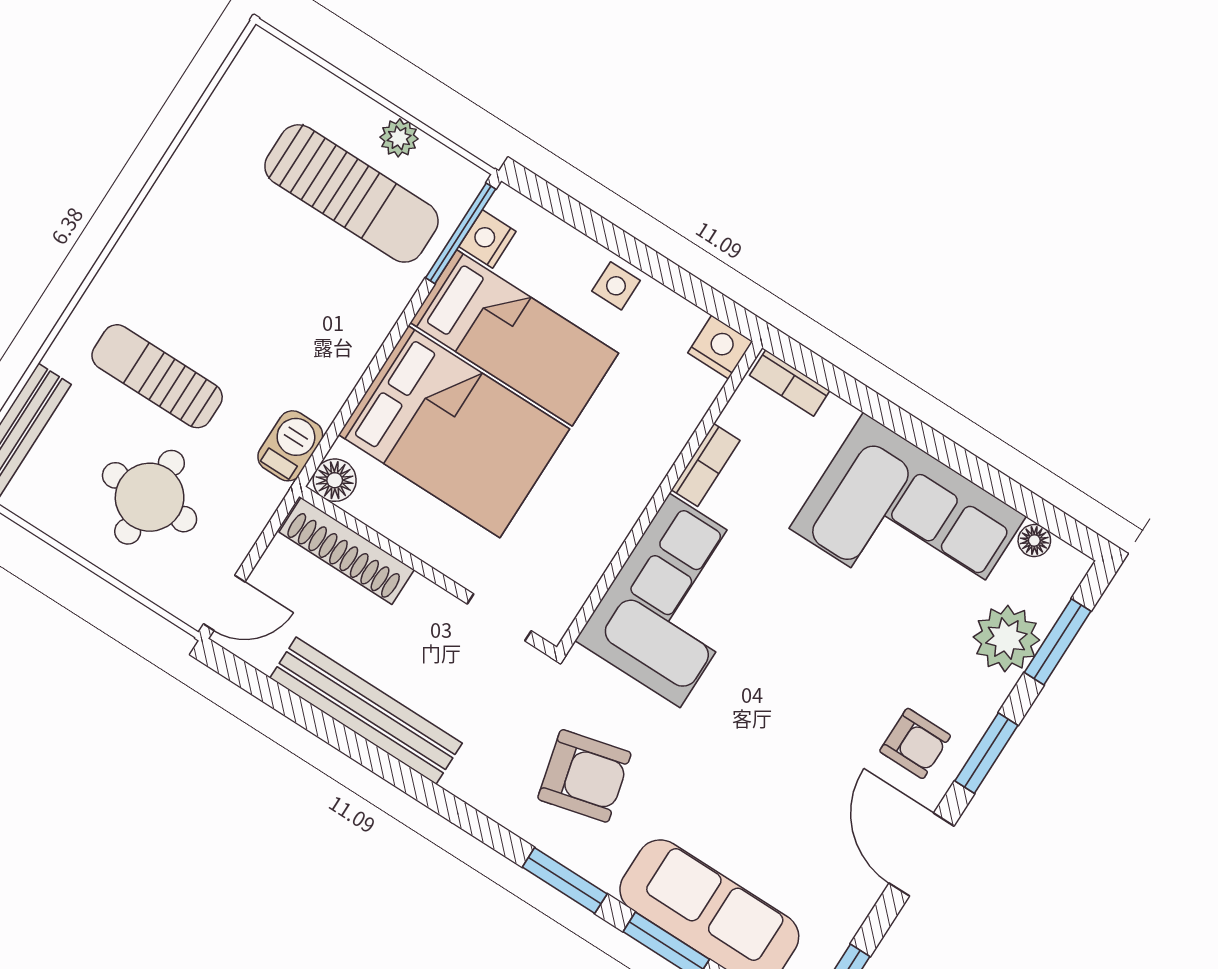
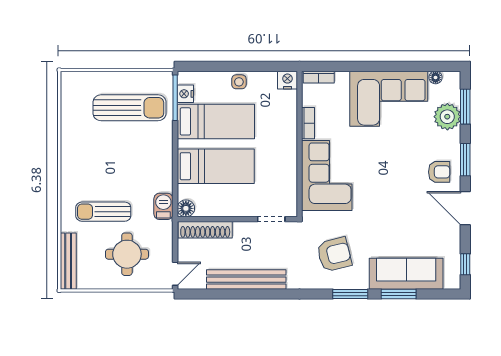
plant: (399, 138) -> (134, 79), removed
bed: (454, 432) -> (216, 166), width x0.67

